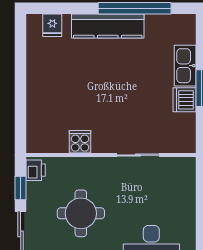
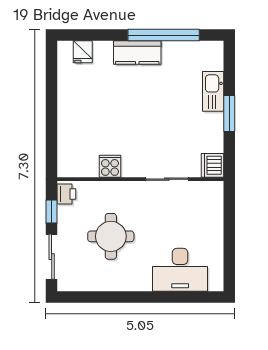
kitchen counter: (108, 26) -> (137, 52), width x0.67
dishwasher: (184, 100) -> (213, 165), moved

